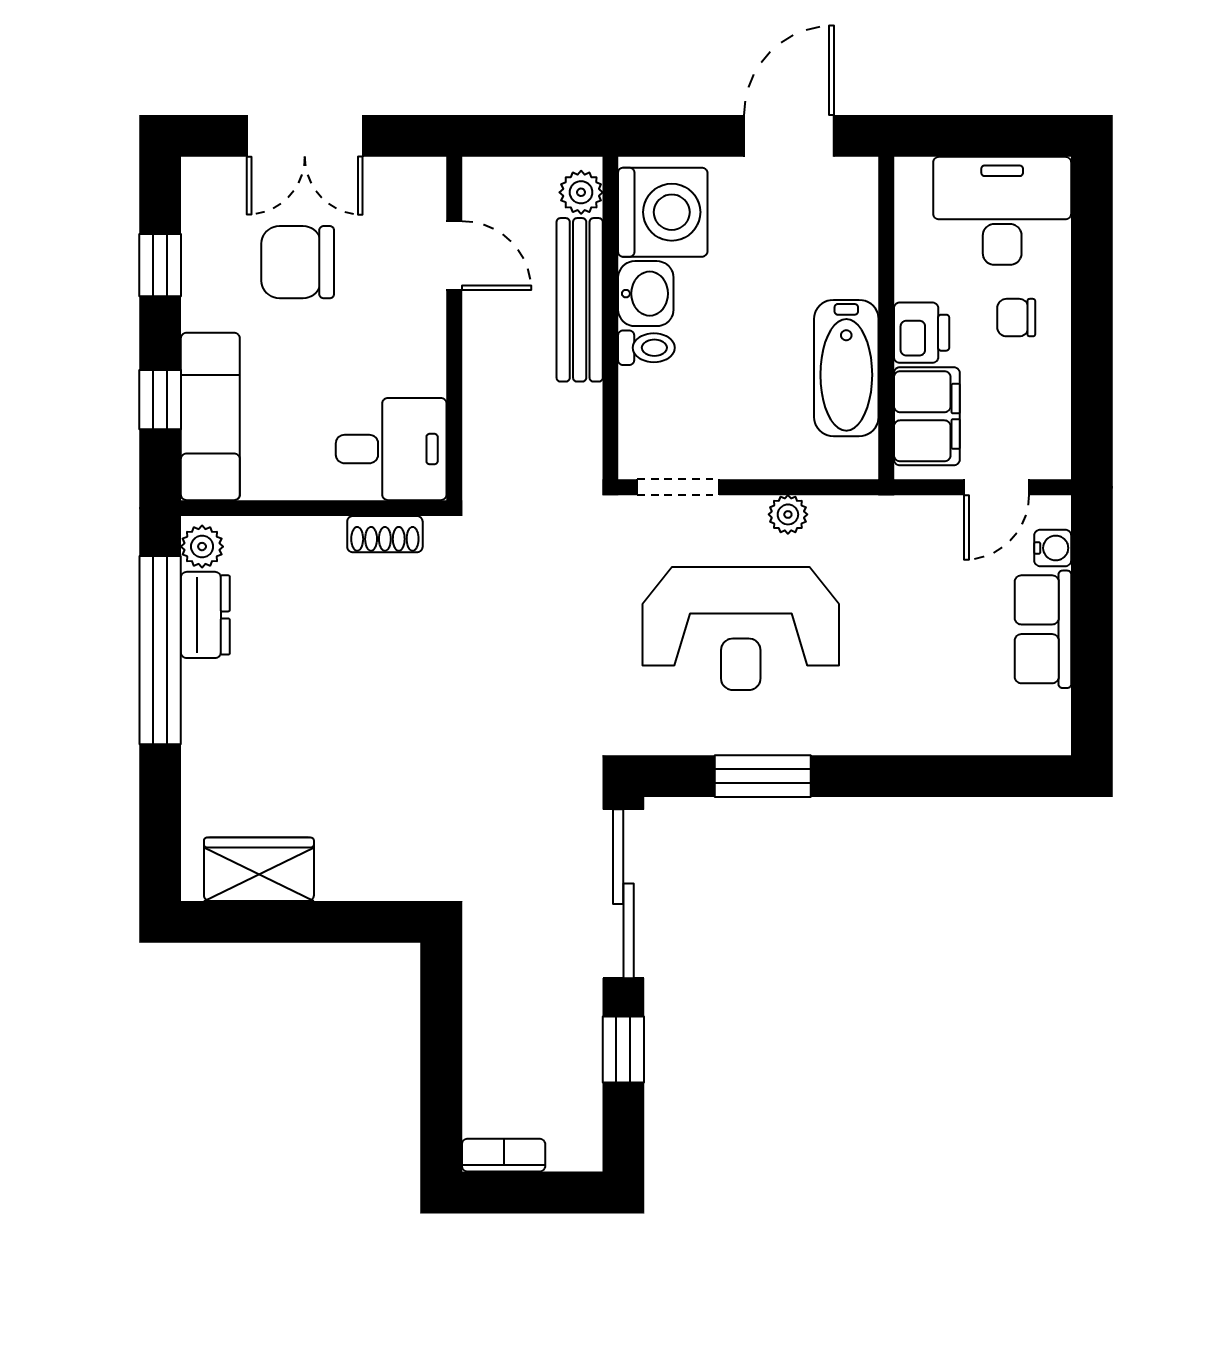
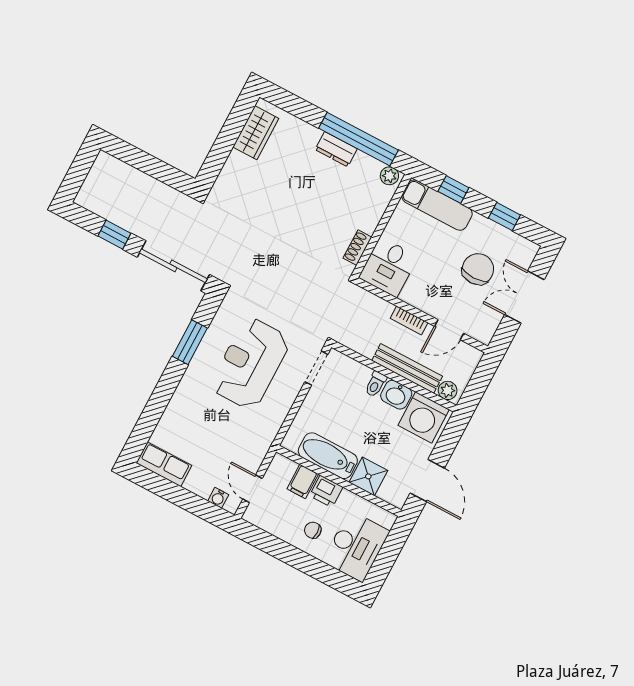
shower: (845, 262) -> (368, 476), added
chair: (1016, 318) -> (313, 530), turned -90
filing cabinet: (927, 416) -> (303, 481), width x0.50
plant: (788, 514) -> (284, 404), removed
dresser: (205, 615) -> (336, 149), moved
row of seats: (1043, 629) -> (164, 464), moved
bookcase: (504, 1155) -> (409, 320), moved, turned 90

